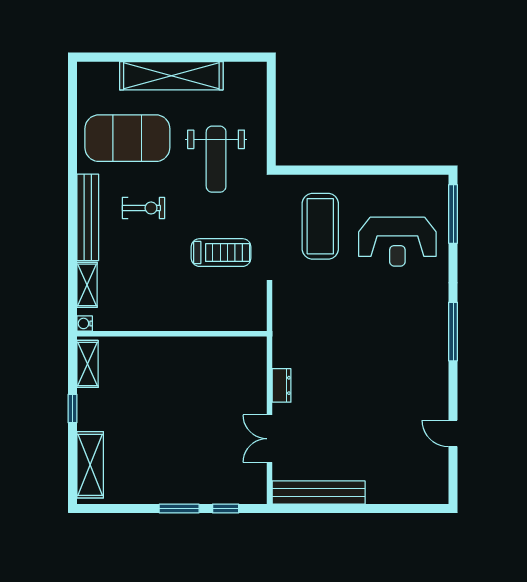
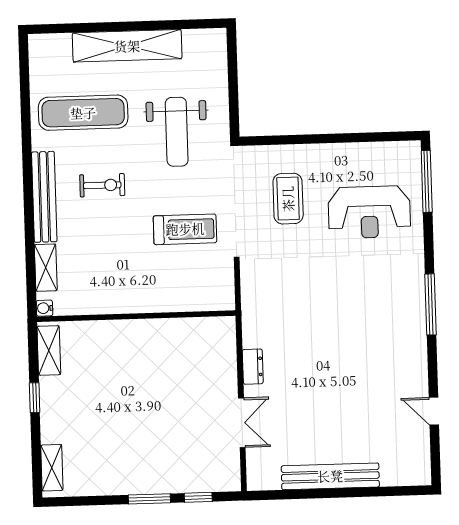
exercise mat: (127, 138) -> (83, 113), width x0.68
coffee table: (320, 226) -> (288, 199), width x0.73, depth x0.76
double door: (269, 439) -> (242, 423), swing flipped
shelving: (90, 465) -> (52, 468), width x0.67, depth x0.75
bench: (319, 493) -> (330, 476), moved

